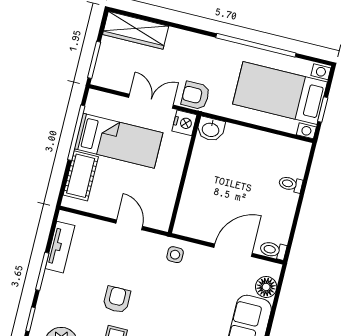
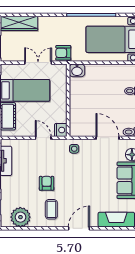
nightstand: (184, 123) -> (61, 130), moved
door: (233, 250) -> (107, 138), hinge flipped

